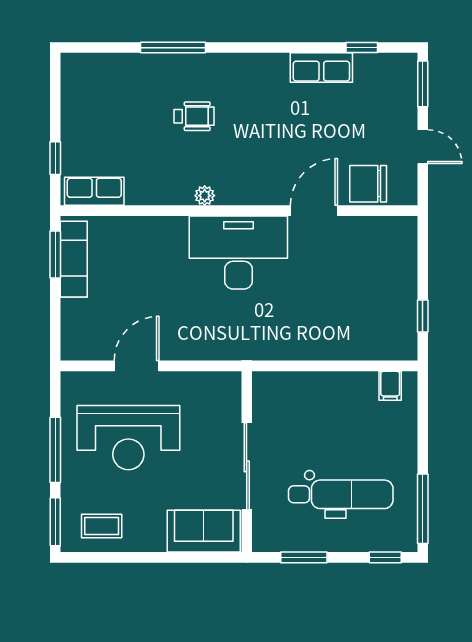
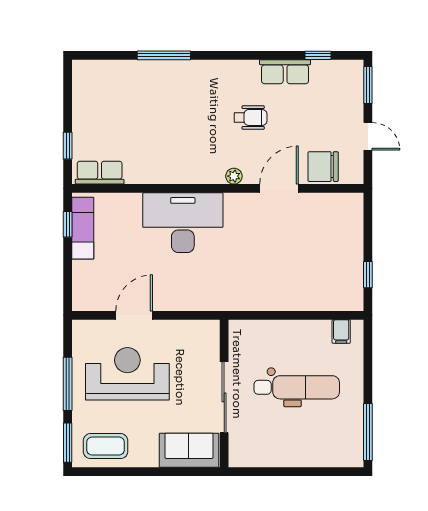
wheelchair: (194, 116) -> (251, 118), moved
plant: (205, 196) -> (234, 176), moved
desk: (238, 252) -> (183, 223), moved
window: (55, 254) -> (68, 224), width x0.67
reception desk: (128, 438) -> (127, 374), turned 180
dental chair: (341, 494) -> (297, 387), moved
coffee table: (102, 526) -> (106, 446), width x1.36, depth x1.30
window: (304, 557) -> (271, 472), removed
window: (385, 557) -> (337, 472), removed

